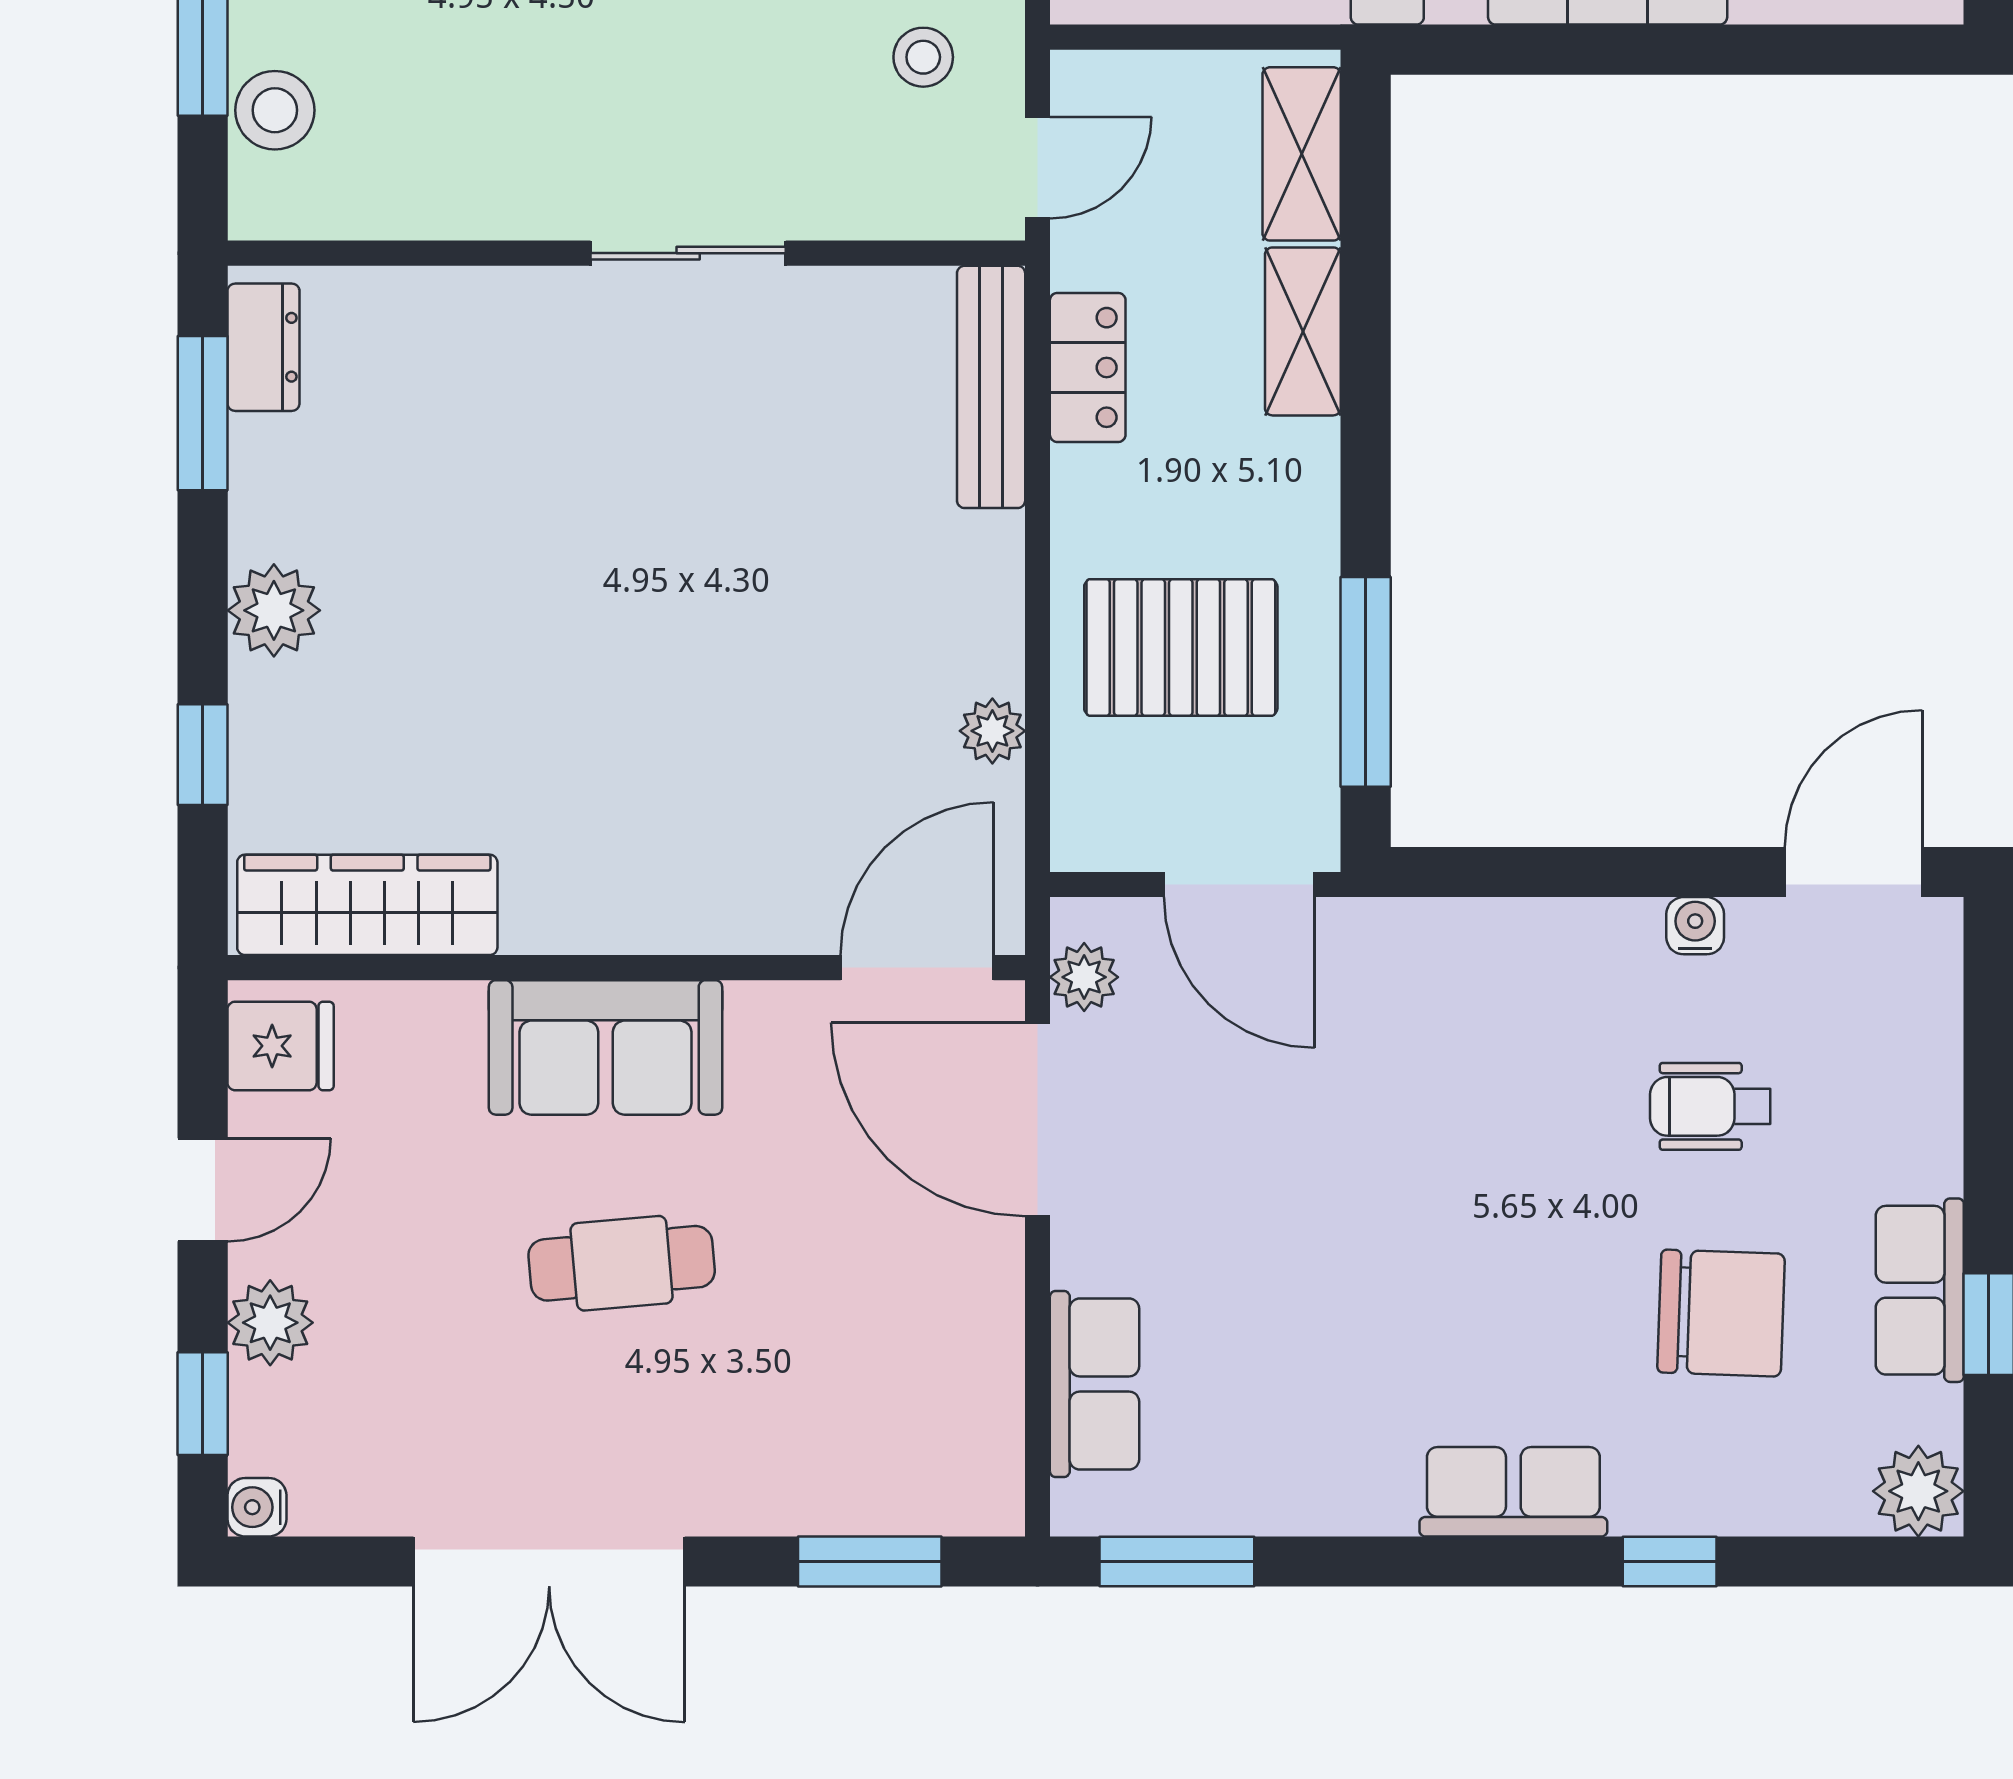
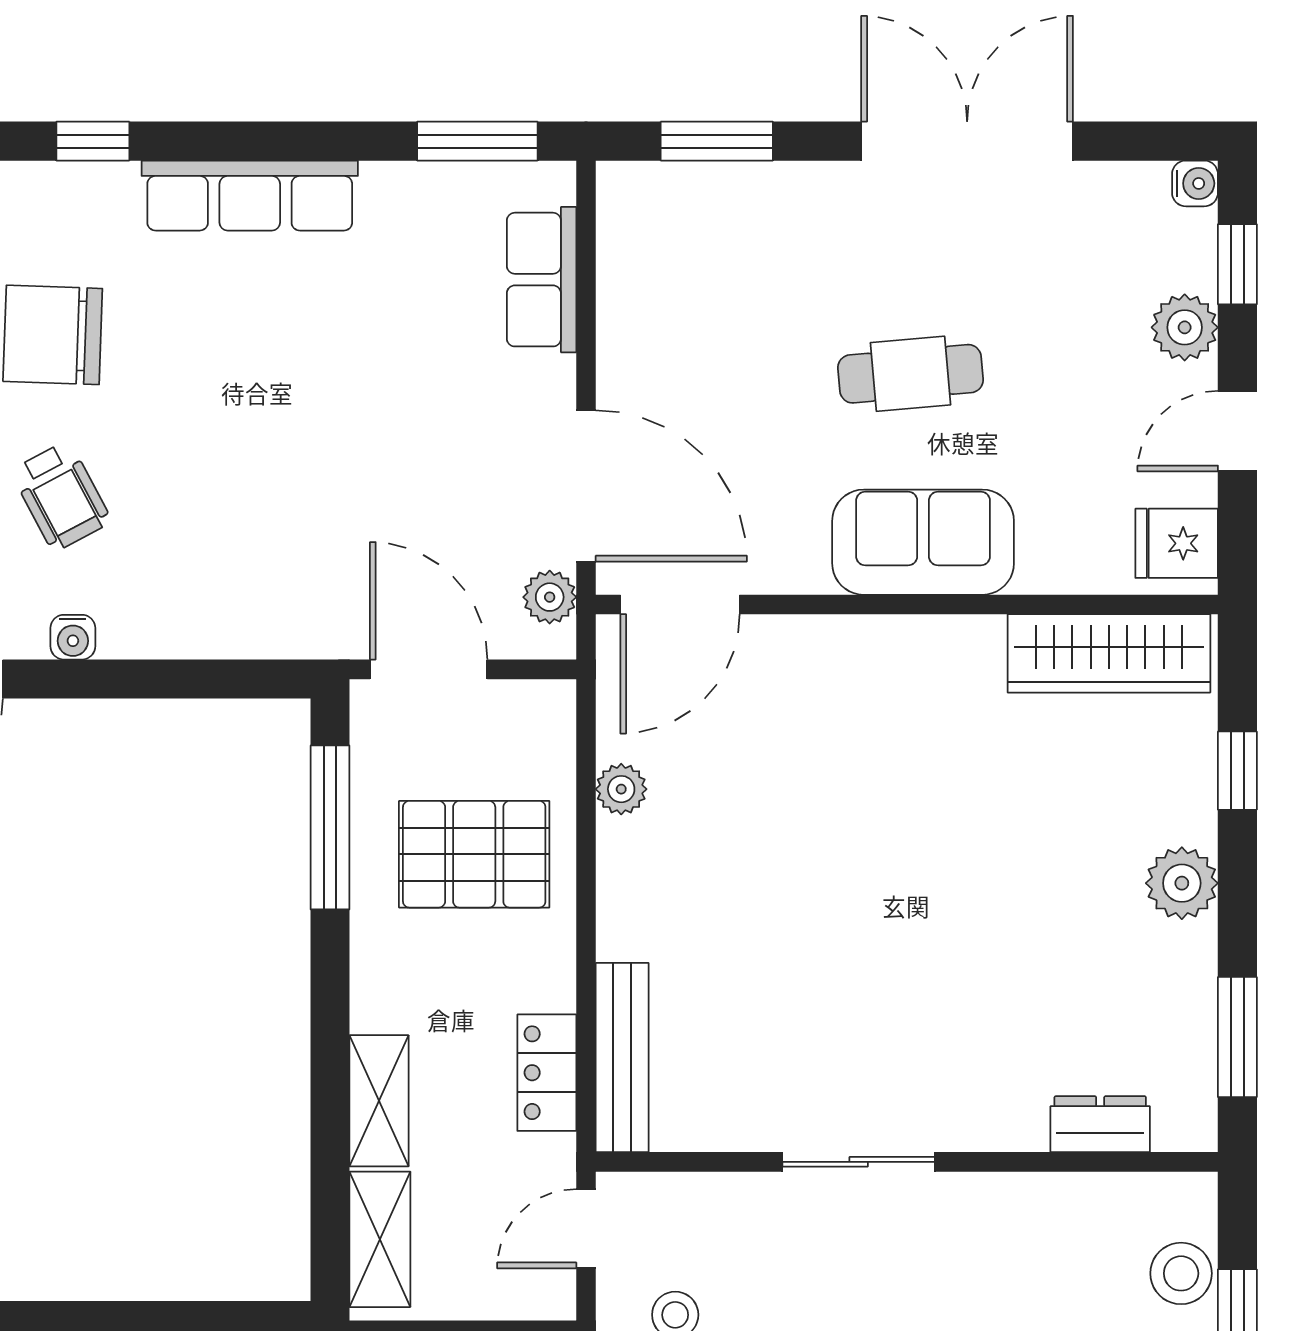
dresser: (263, 347) -> (1100, 1124), moved, turned 90
wheelchair: (1710, 1106) -> (61, 496), turned 62
row of seats: (1513, 1492) -> (250, 196), width x1.48

